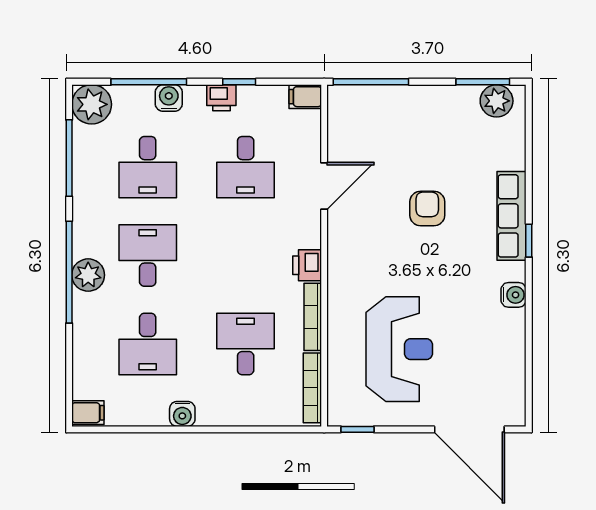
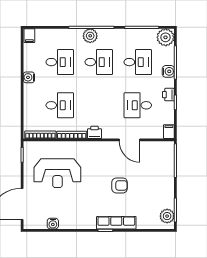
desk: (148, 167) -> (138, 62), turned 180
water cooler: (514, 295) -> (53, 224), moved
desk: (148, 344) -> (60, 62), turned 180

